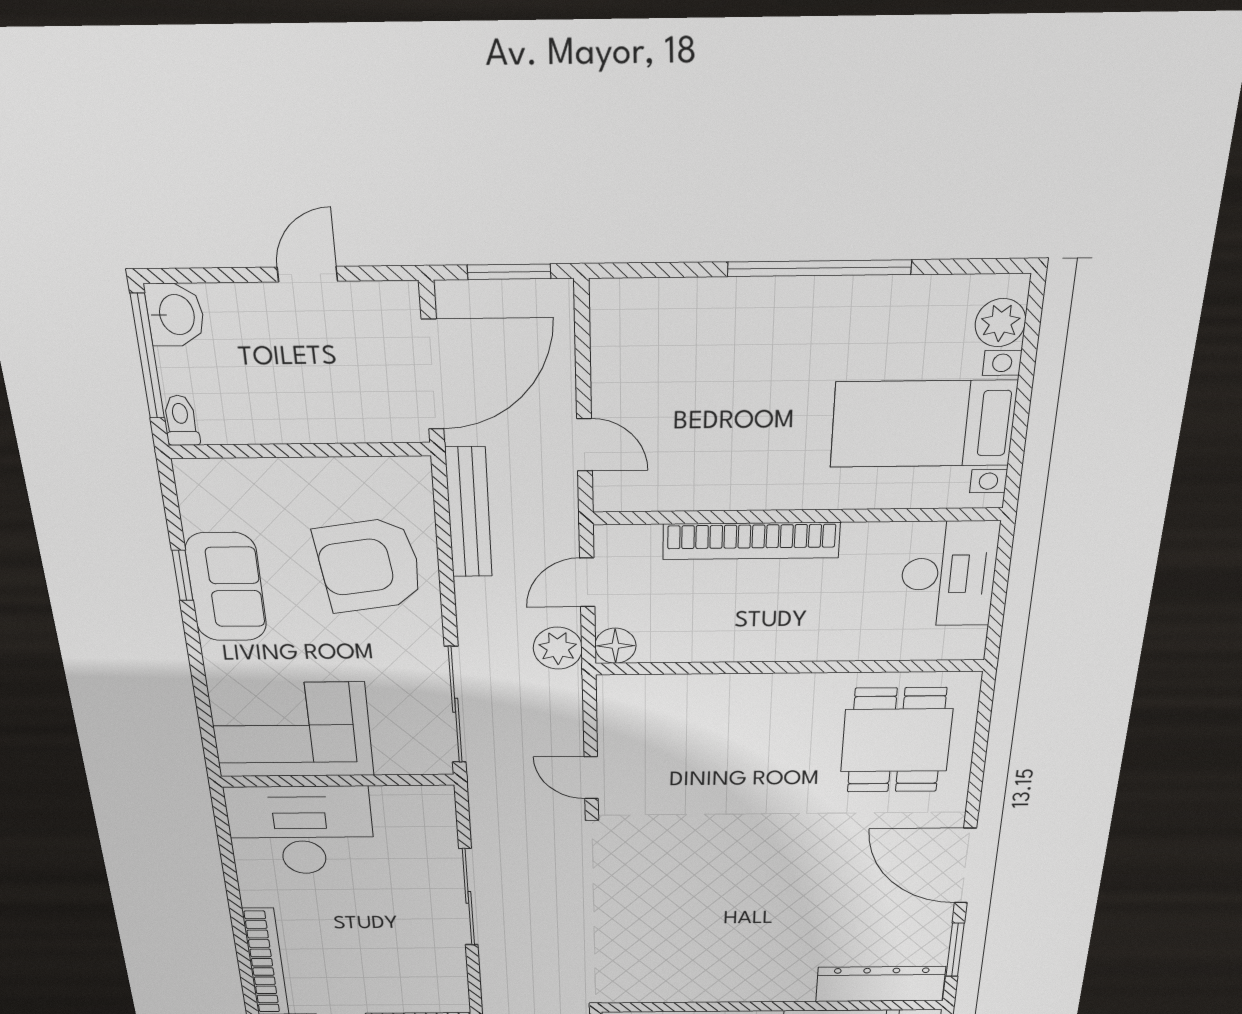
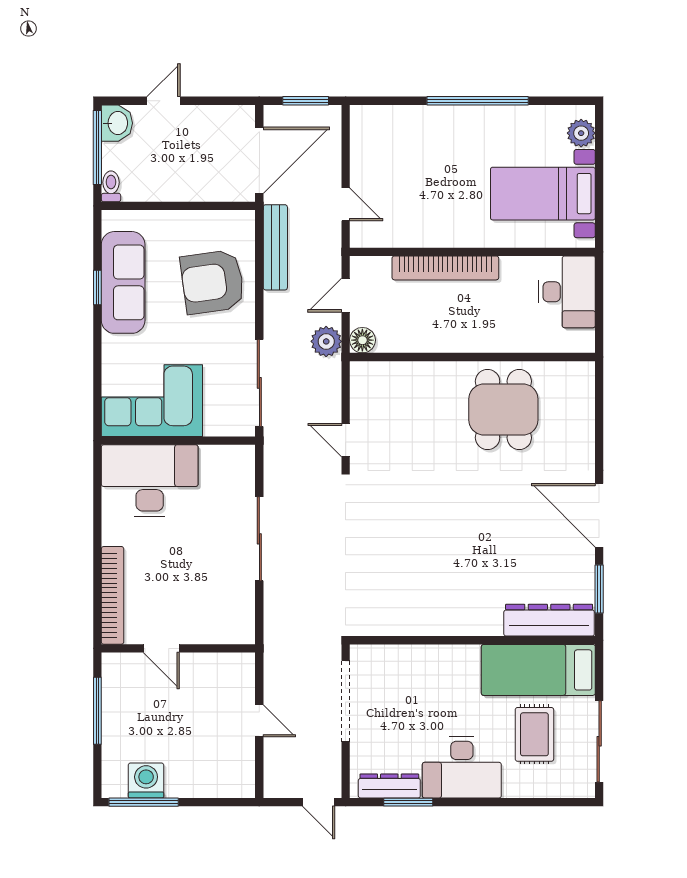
door: (307, 274) -> (163, 101), moved
sofa: (226, 587) -> (123, 282), width x1.36
dining table: (896, 740) -> (503, 410), moved

